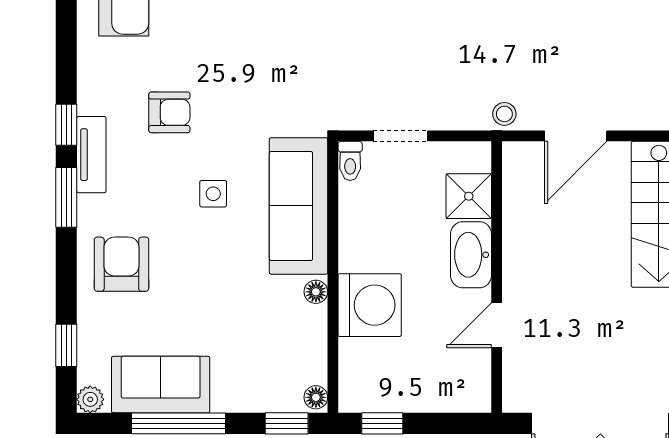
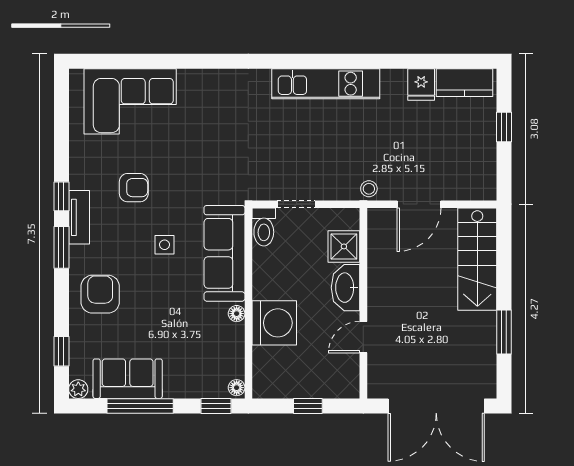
toilet: (350, 161) -> (264, 227), width x1.37, depth x1.39
window: (382, 423) -> (308, 406), moved

